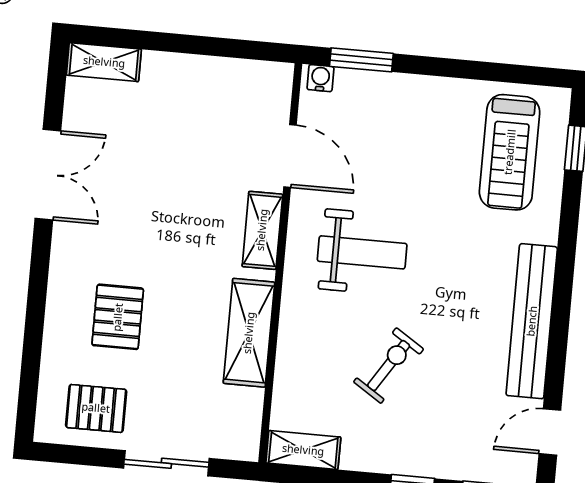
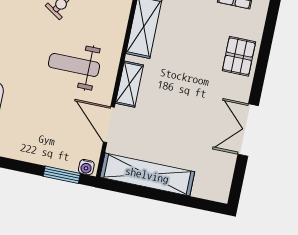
shelving: (104, 62) -> (147, 175), moved, width x2.20, depth x1.33
pallet: (118, 317) -> (239, 56), moved

